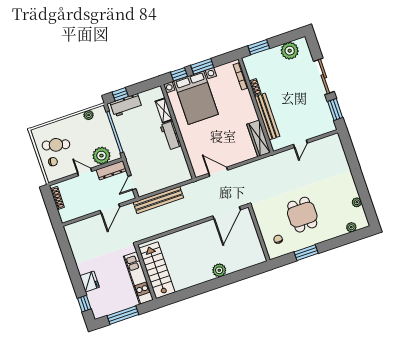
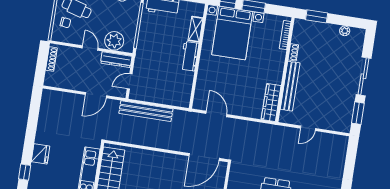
plant: (290, 51) -> (345, 31), width x0.53, depth x0.53

